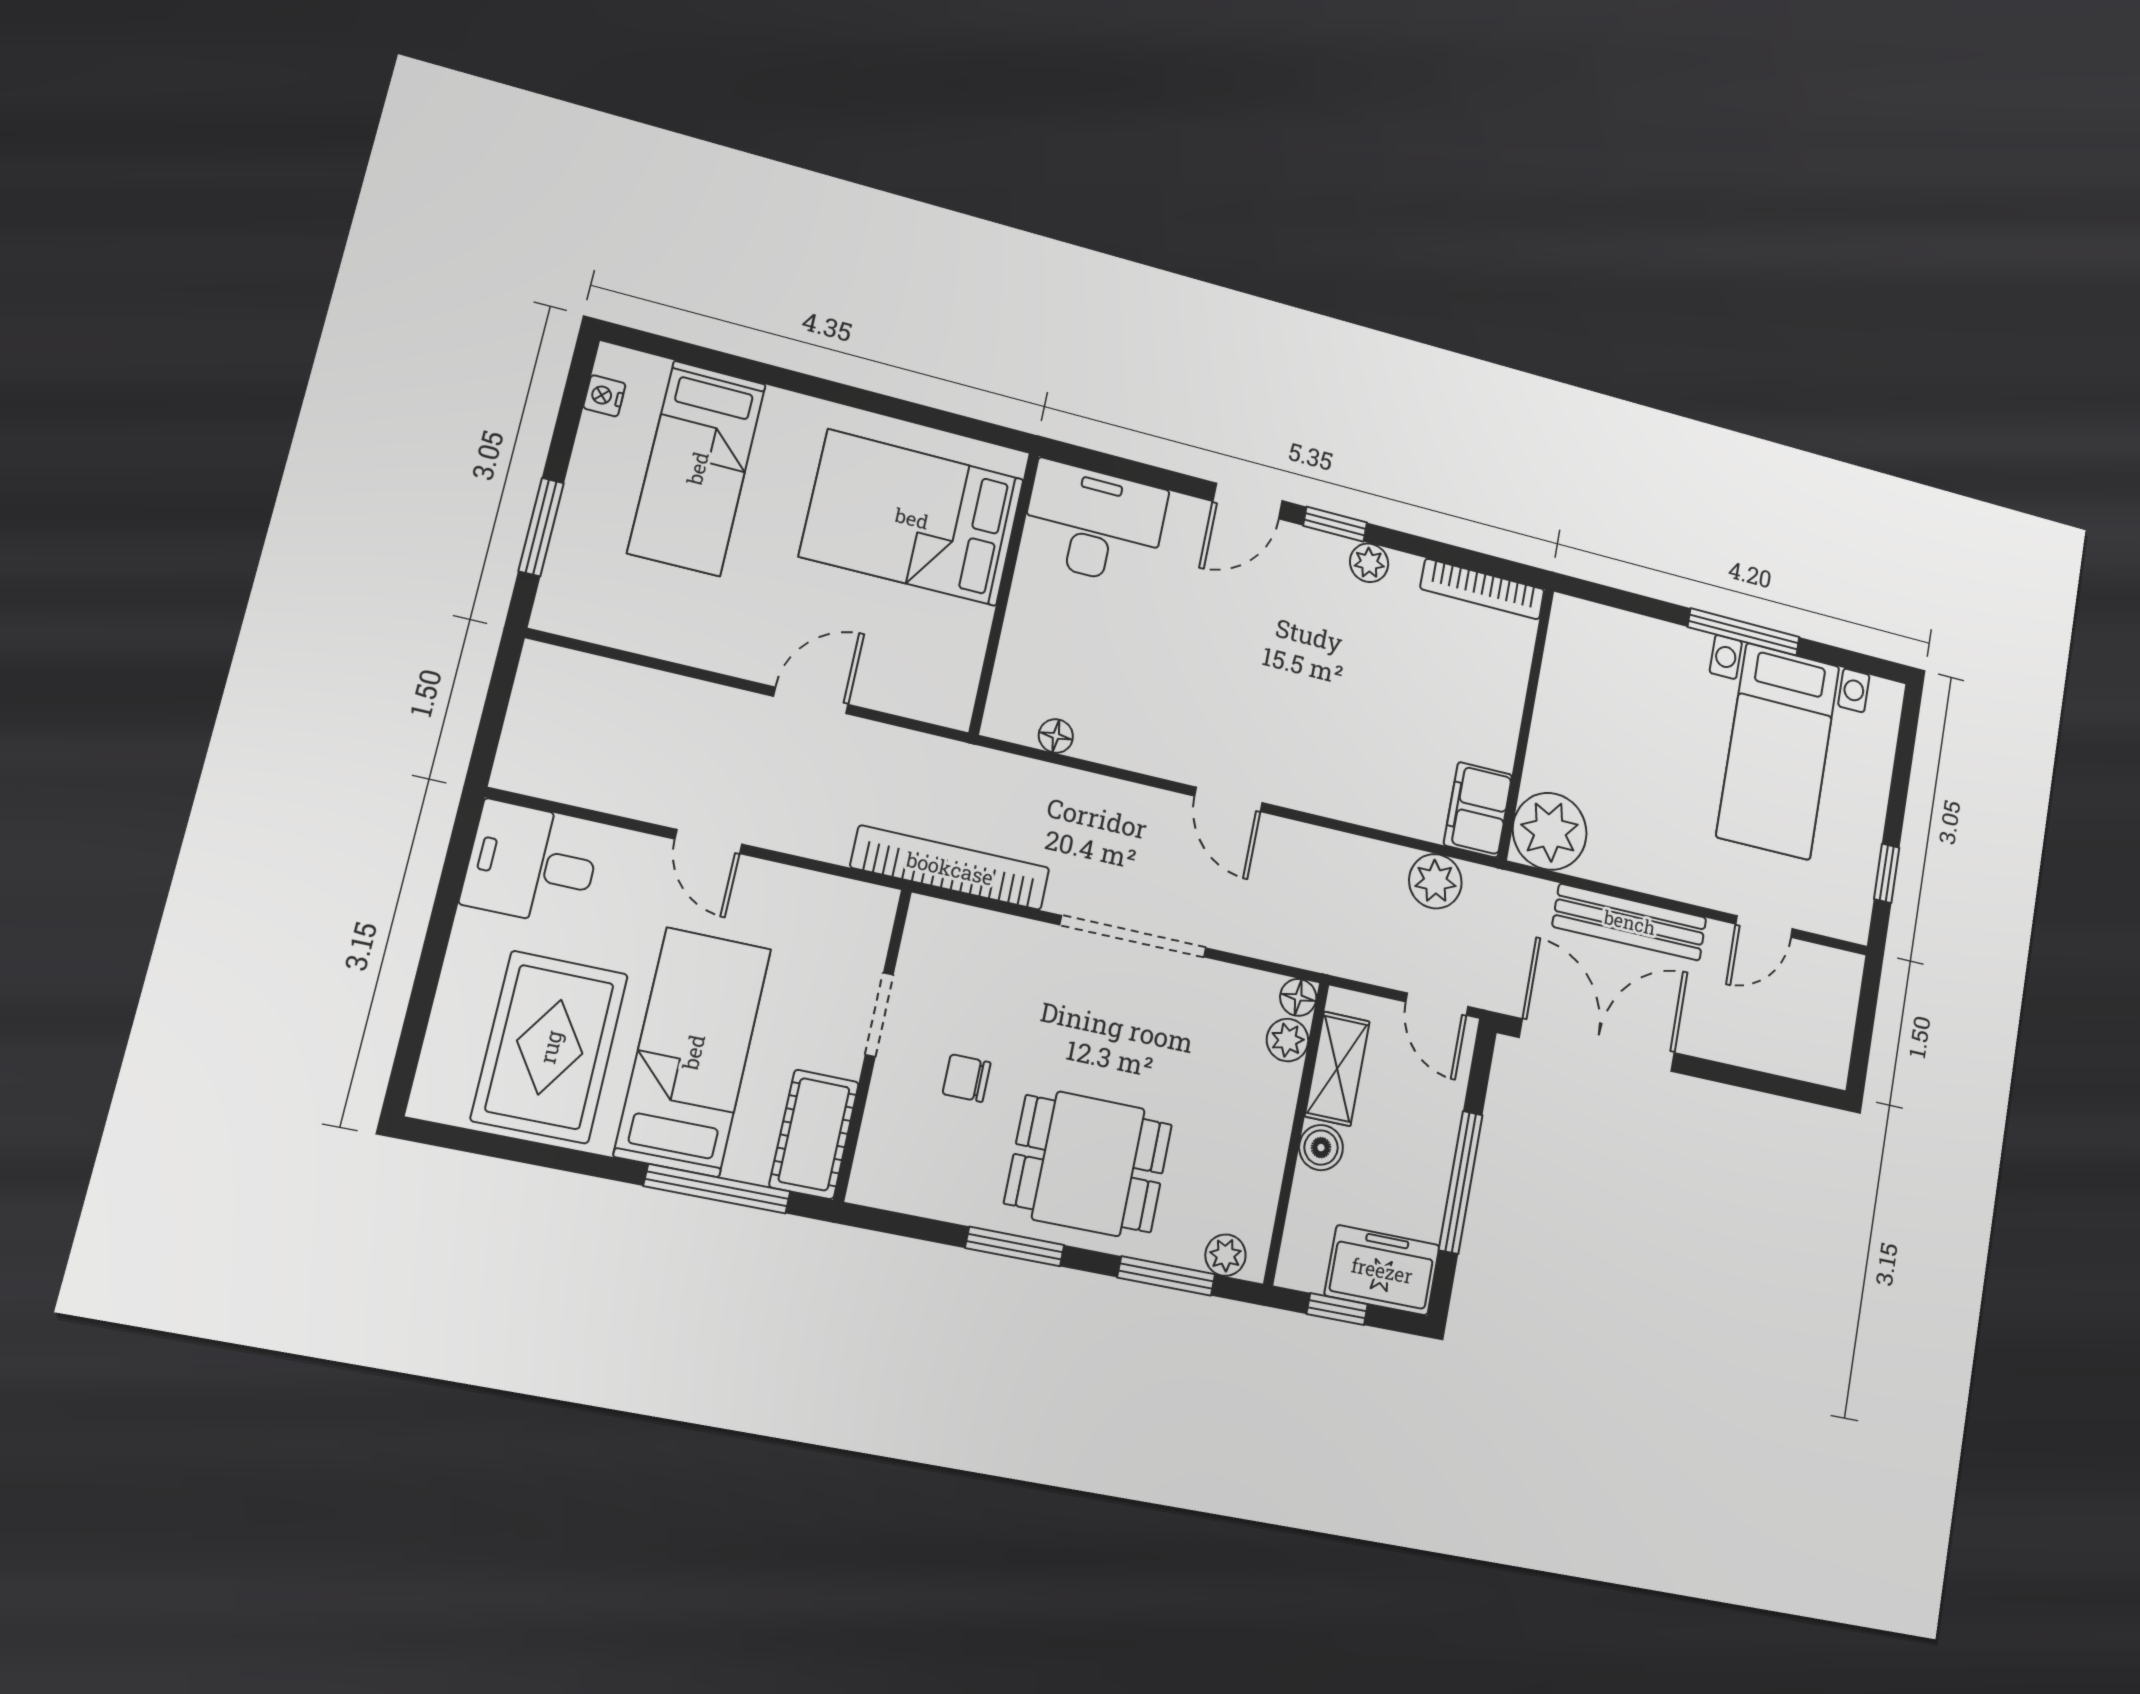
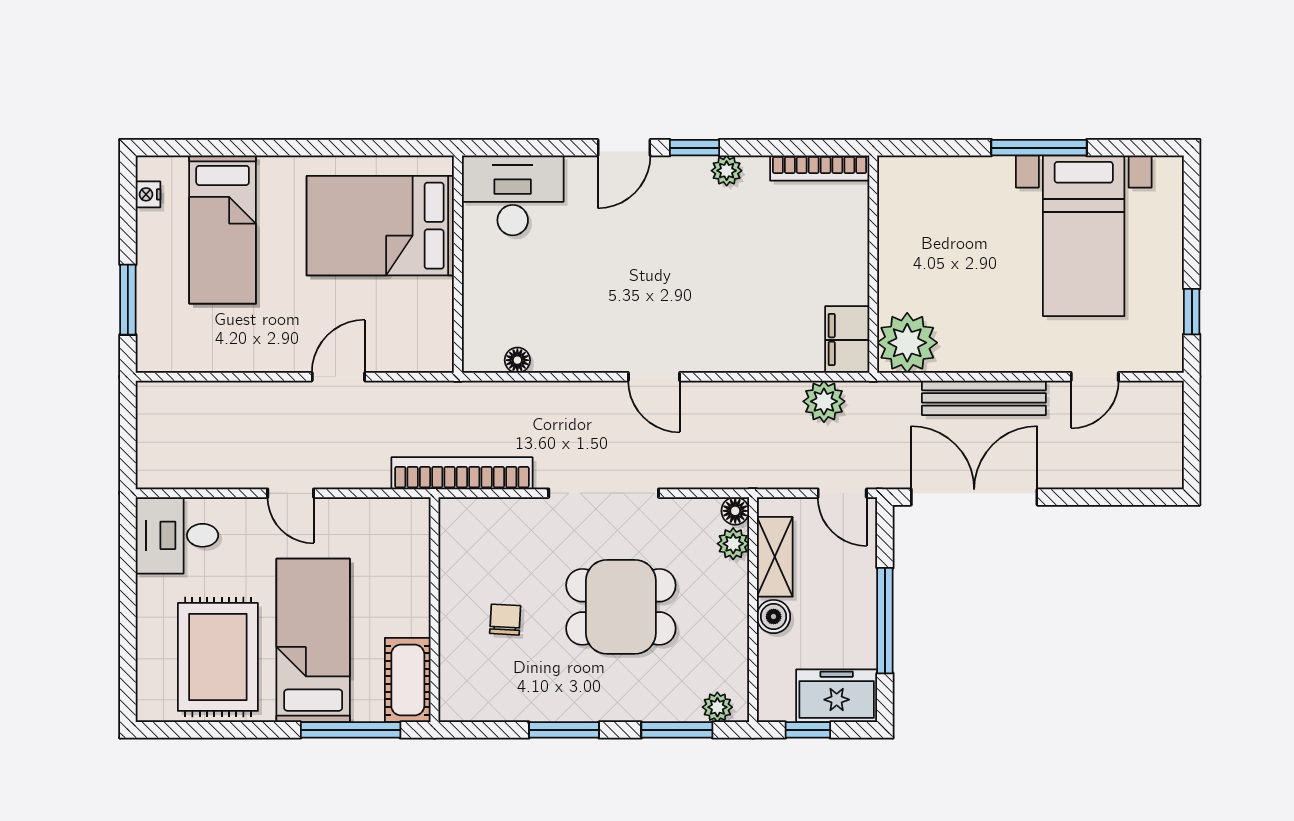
doorway: (879, 1014) -> (435, 588), removed
chair: (967, 1078) -> (505, 620), turned 93
dining table: (1088, 1164) -> (621, 607), moved

